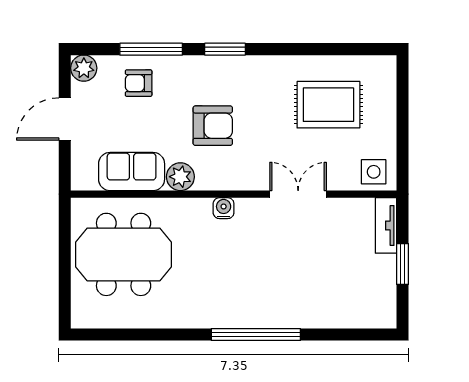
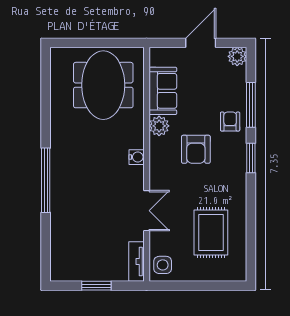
armchair: (139, 83) -> (230, 122), moved
door: (65, 119) -> (201, 43), hinge flipped
tv unit: (386, 225) -> (136, 261), moved, turned -90

